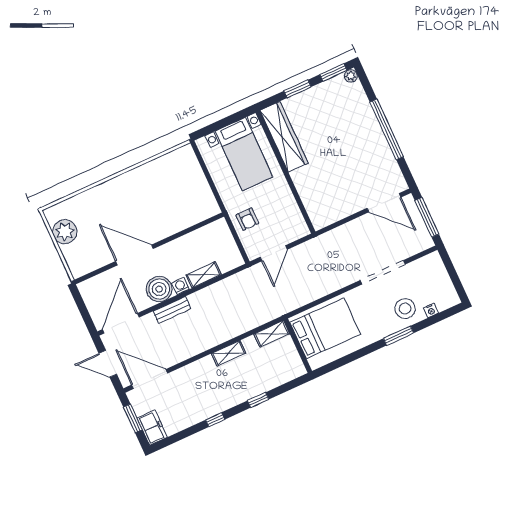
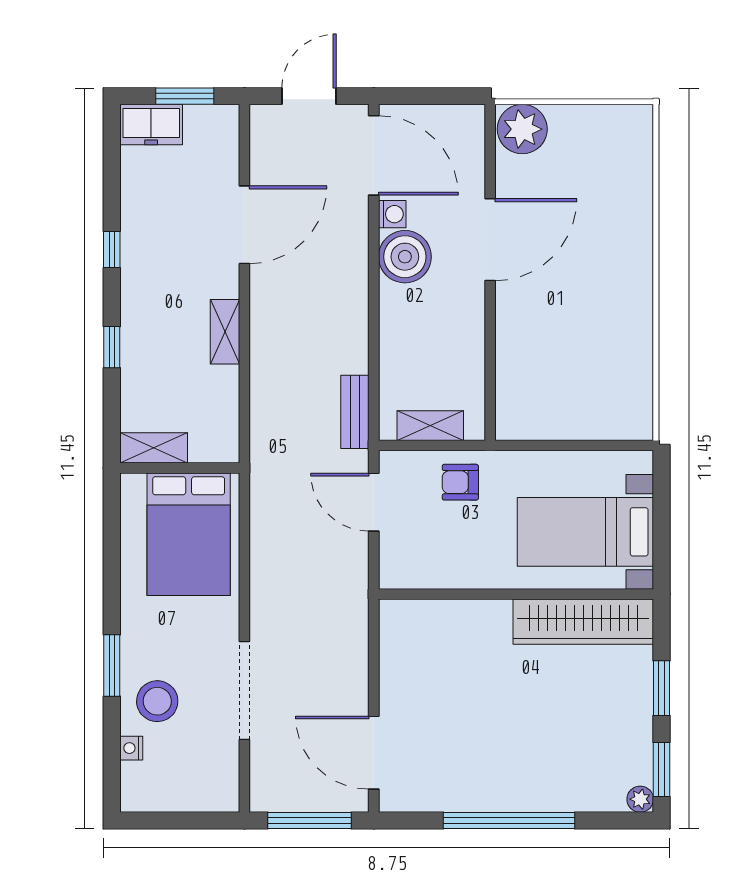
door: (384, 203) -> (374, 753), hinge flipped
plant: (65, 232) -> (522, 129), moved
shelving: (204, 275) -> (430, 426), moved, turned 90
washing machine: (180, 286) -> (392, 214), moved
bench: (172, 310) -> (355, 412), moved
shelving: (272, 334) -> (154, 448), moved, turned 90
door: (150, 379) -> (244, 225), moved

